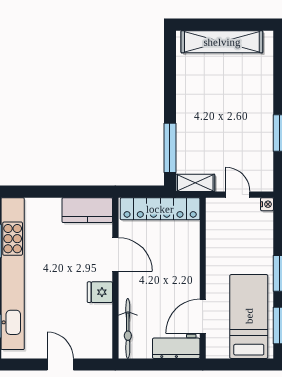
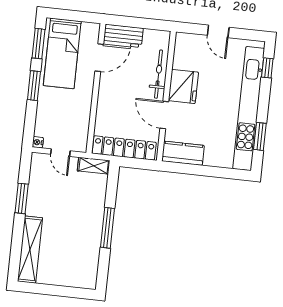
shelving: (222, 42) -> (30, 250), moved, turned 90
window: (170, 148) -> (107, 228), moved
fridge: (100, 292) -> (183, 86), width x1.88, depth x1.34
bicycle: (128, 328) -> (159, 74), moved

